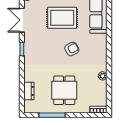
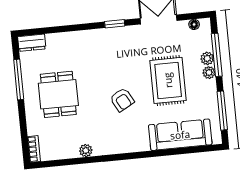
dining table: (64, 90) -> (58, 94), turned 90
dresser: (29, 91) -> (32, 43), moved

